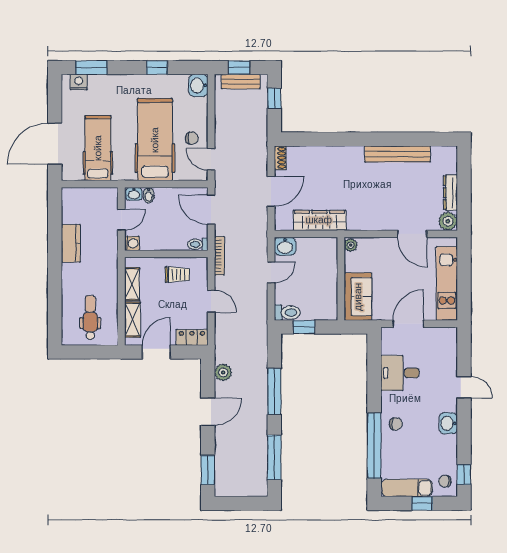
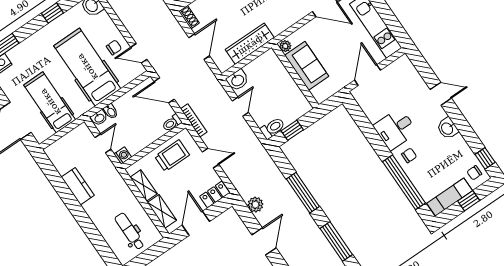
trolley: (177, 275) -> (172, 156), width x1.36, depth x1.39
sofa: (358, 297) -> (307, 66), moved
desk: (400, 373) -> (395, 129), moved

